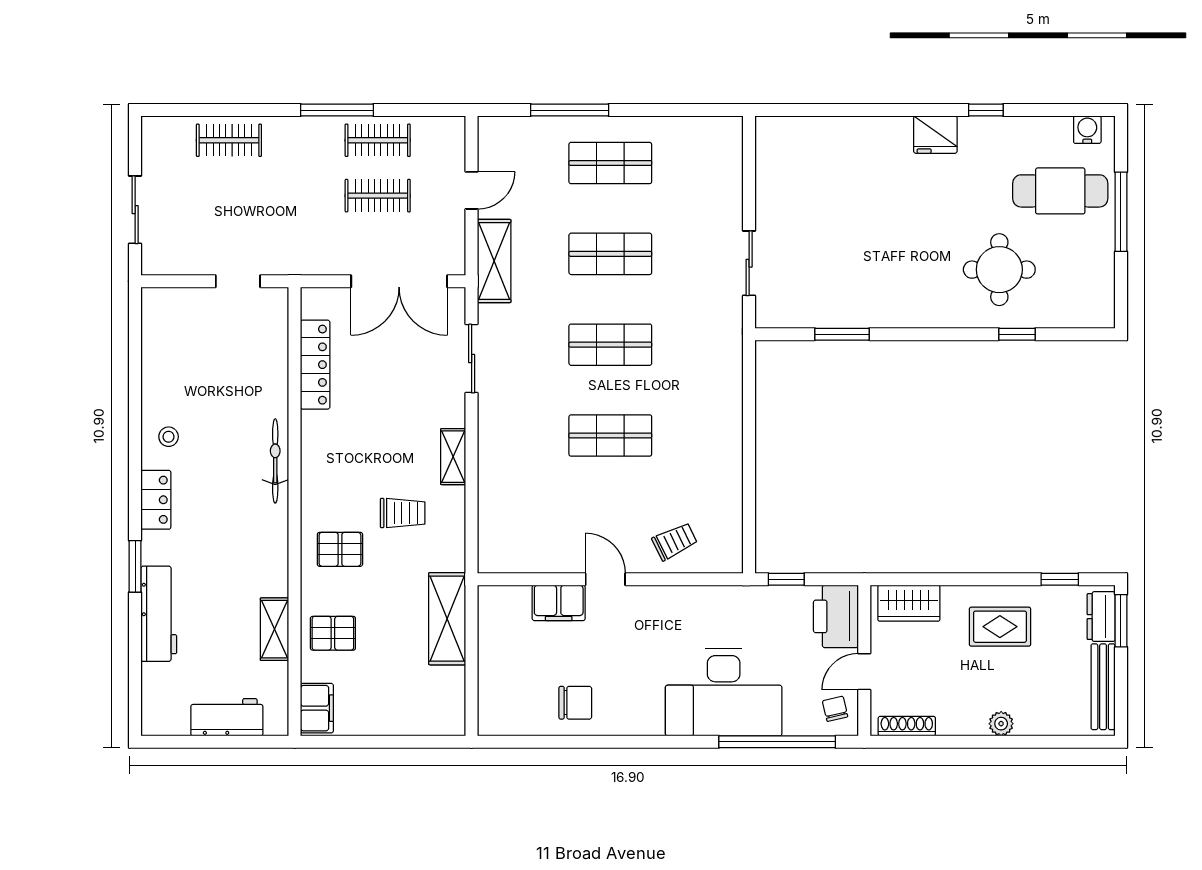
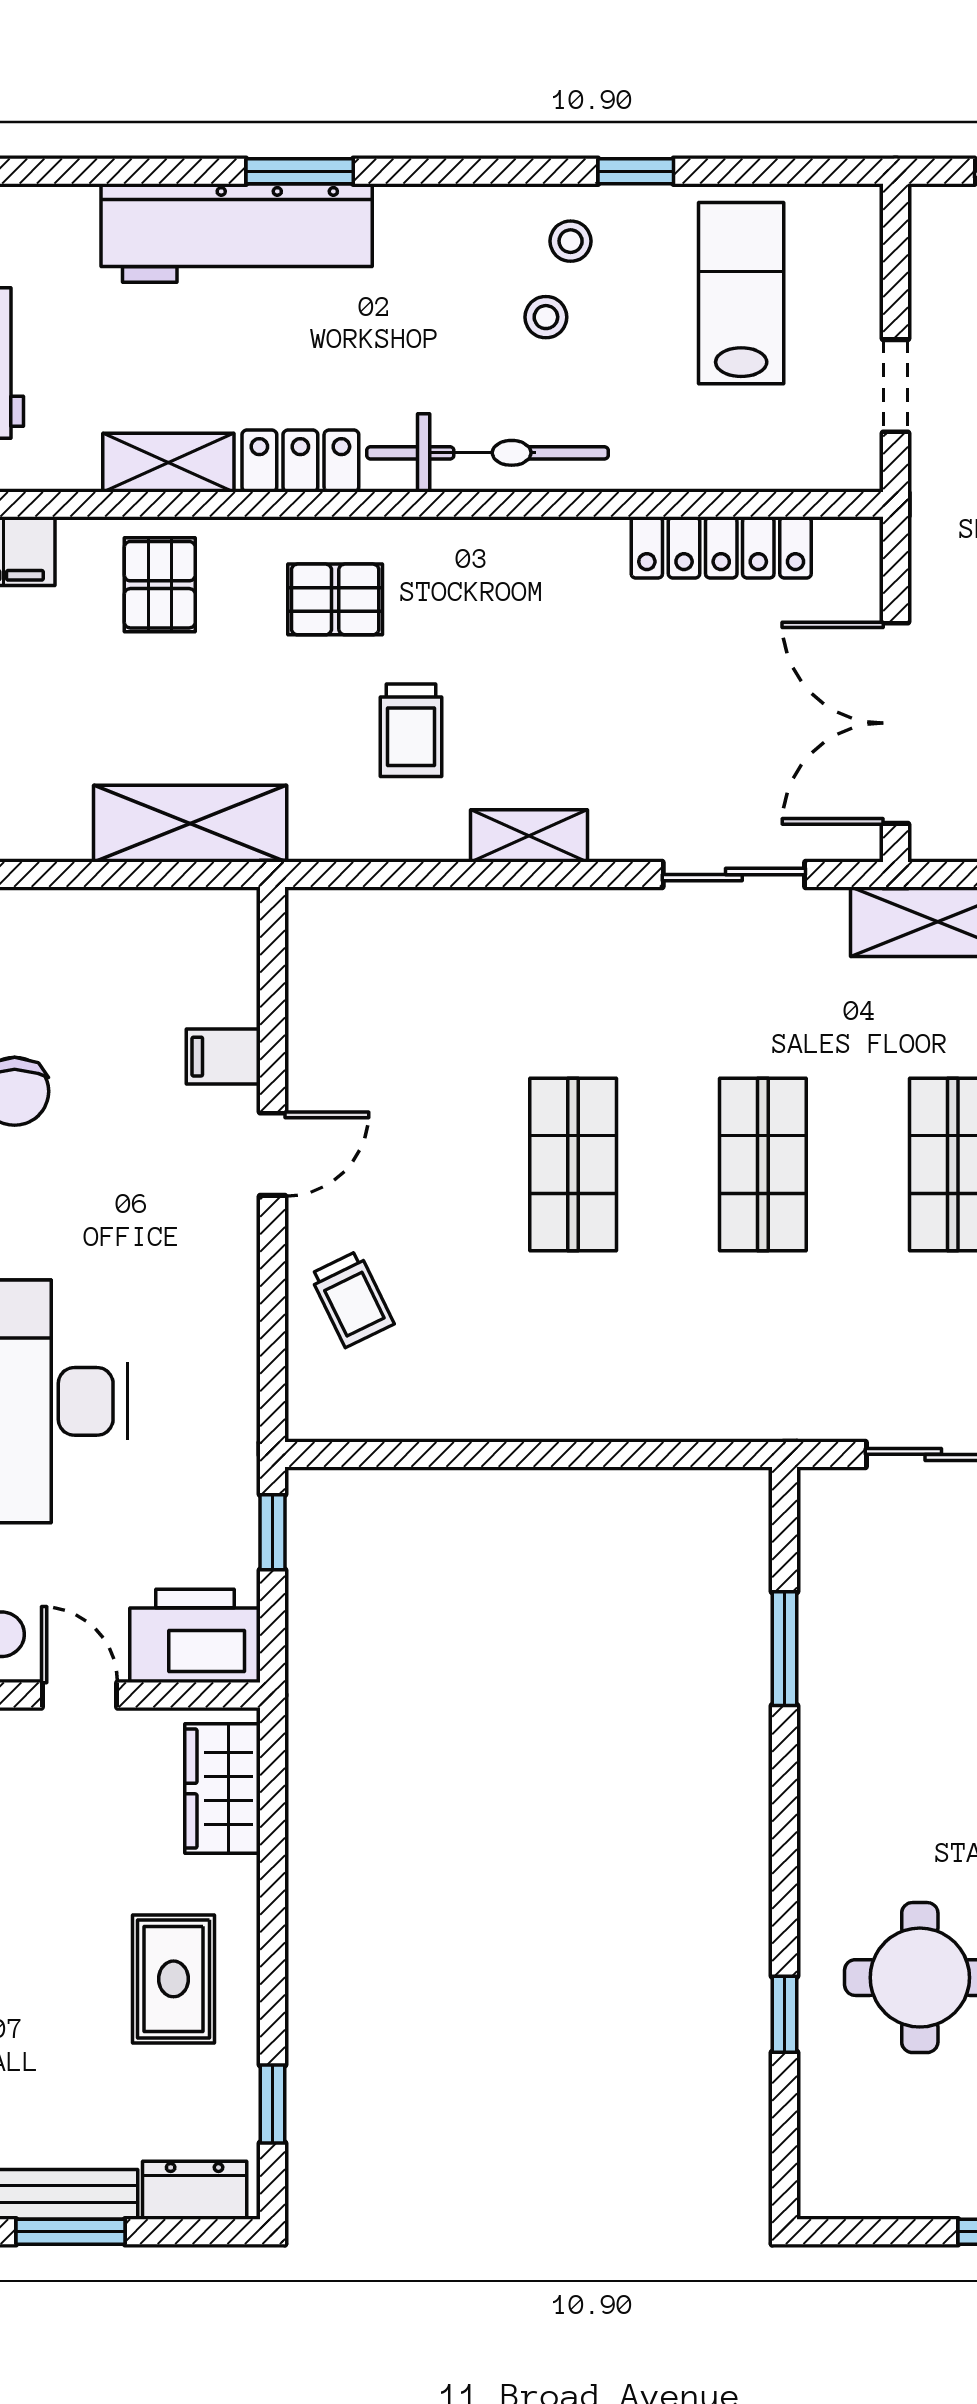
lab bench: (193, 355) -> (741, 293), added
window: (135, 406) -> (636, 171), added
stool: (205, 448) -> (546, 317), added
bicycle: (275, 461) -> (487, 453), width x1.37, depth x1.40
locker: (156, 500) -> (300, 461), moved, turned 180
pallet: (340, 549) -> (335, 599), turned 90
filing cabinet: (559, 603) -> (223, 1057), width x0.50
workbench: (159, 614) -> (237, 233), width x1.36, depth x1.32
window: (1121, 621) -> (70, 2232), moved

